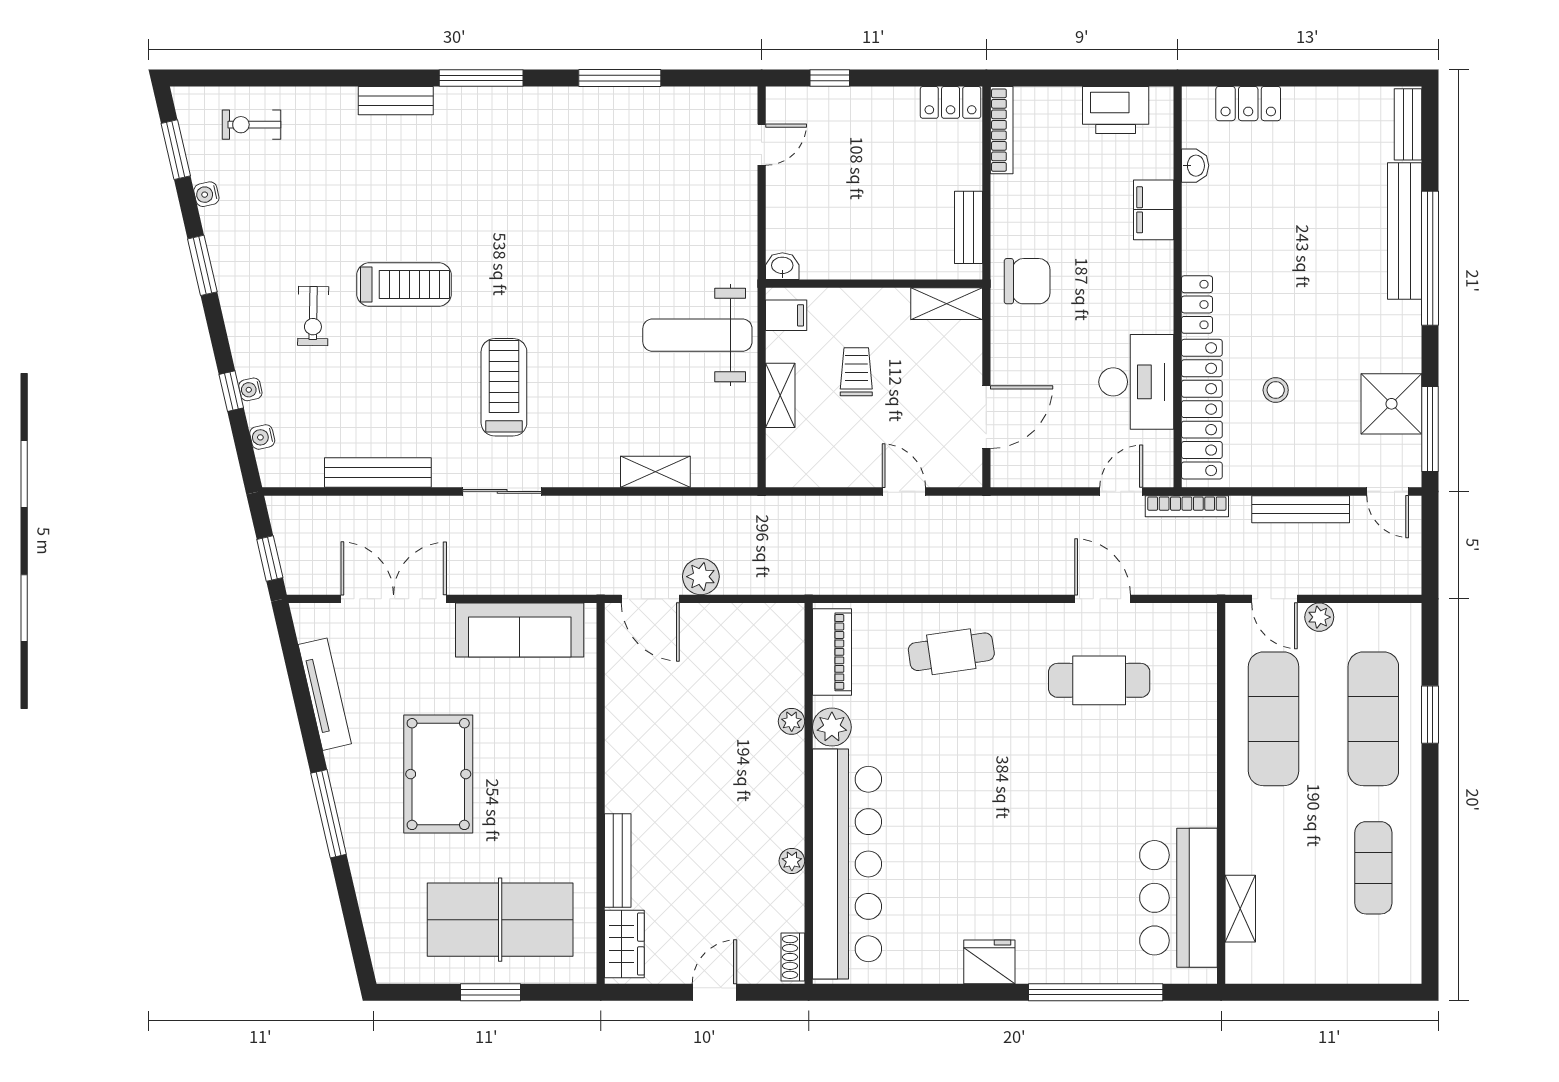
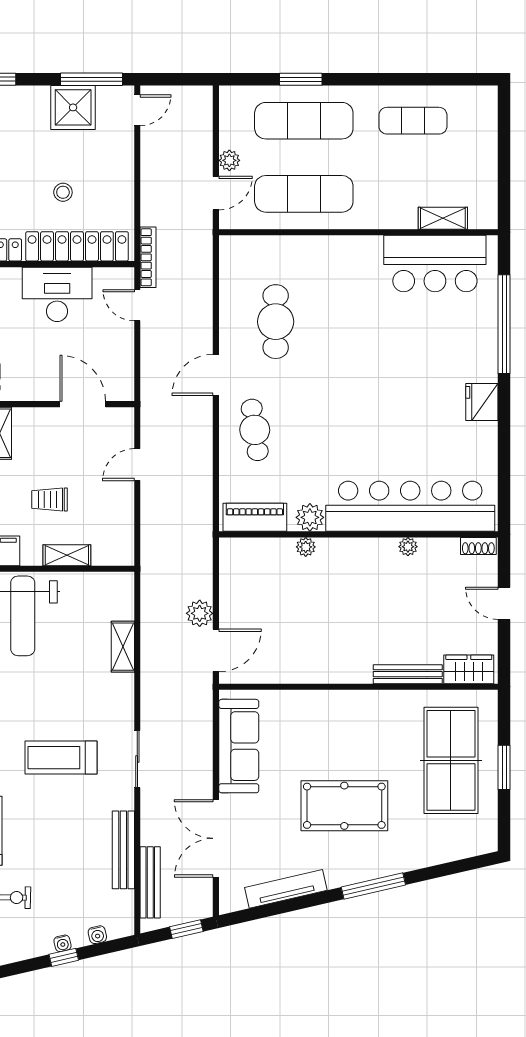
bench: (1301, 509) -> (150, 882), moved
door: (1103, 599) -> (216, 375), moved

